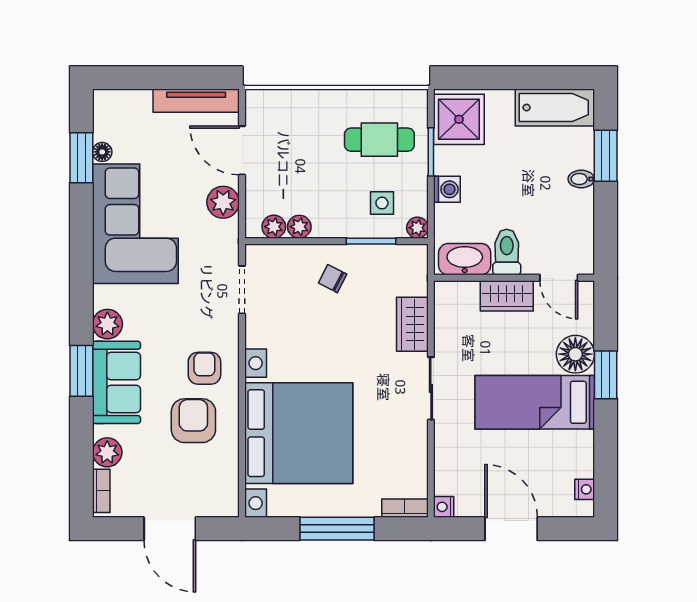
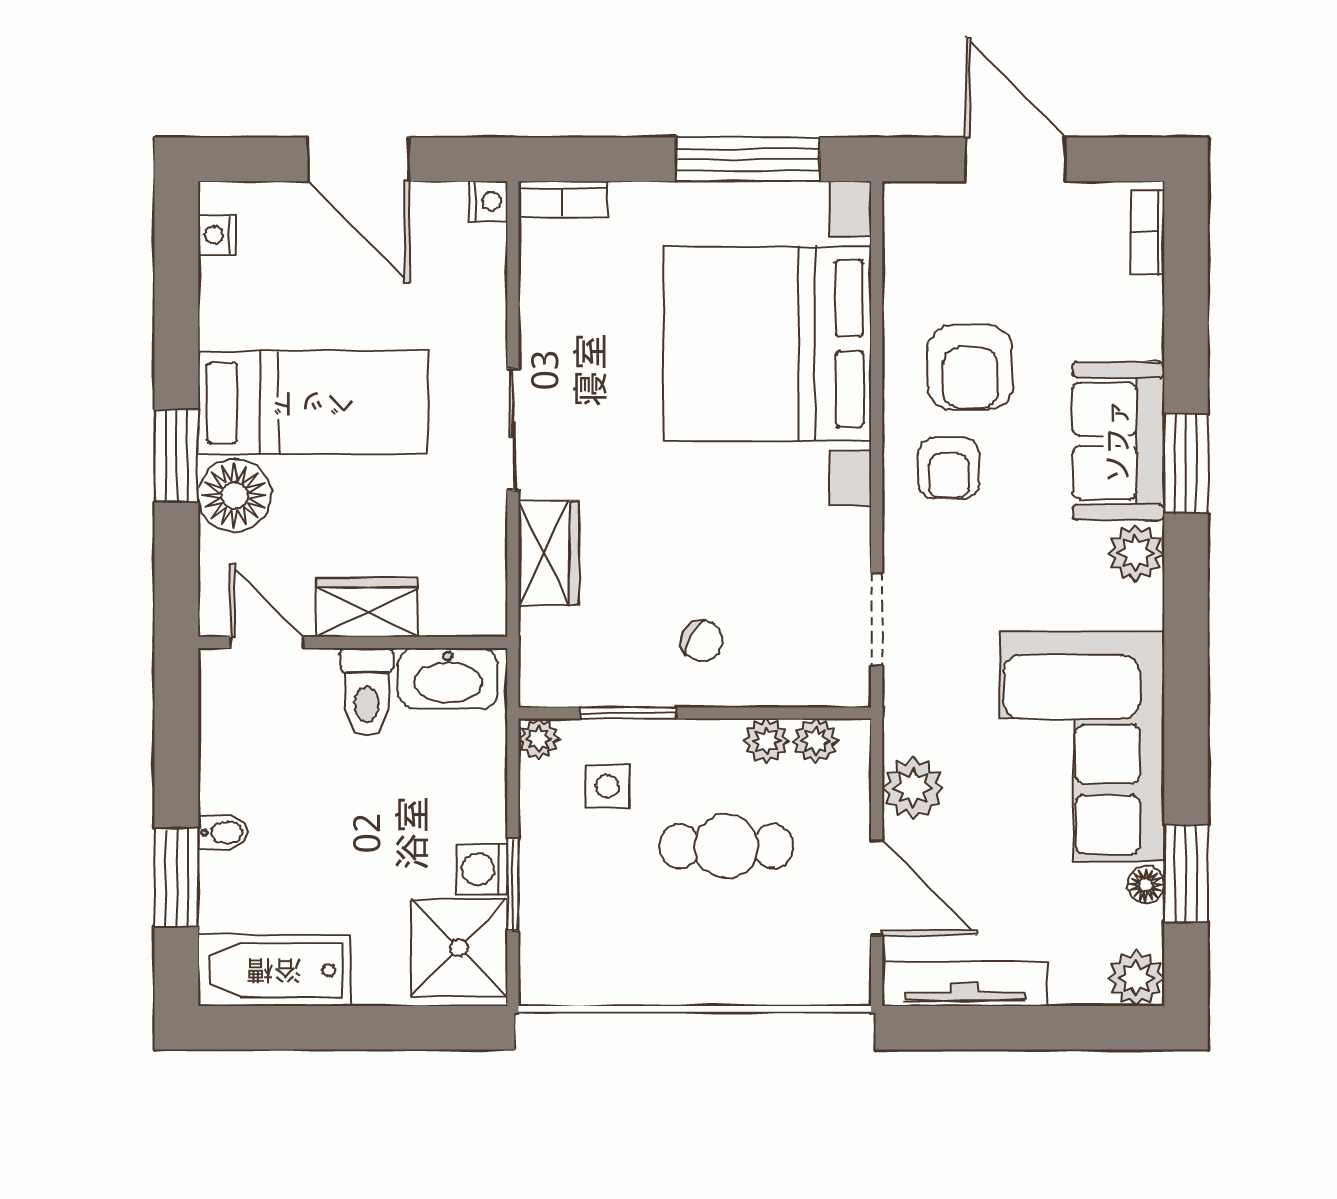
cafe table: (379, 140) -> (726, 846), moved
washing machine: (447, 189) -> (482, 869), moved
plant: (107, 452) -> (1136, 978), moved
window: (337, 529) -> (748, 159), moved

